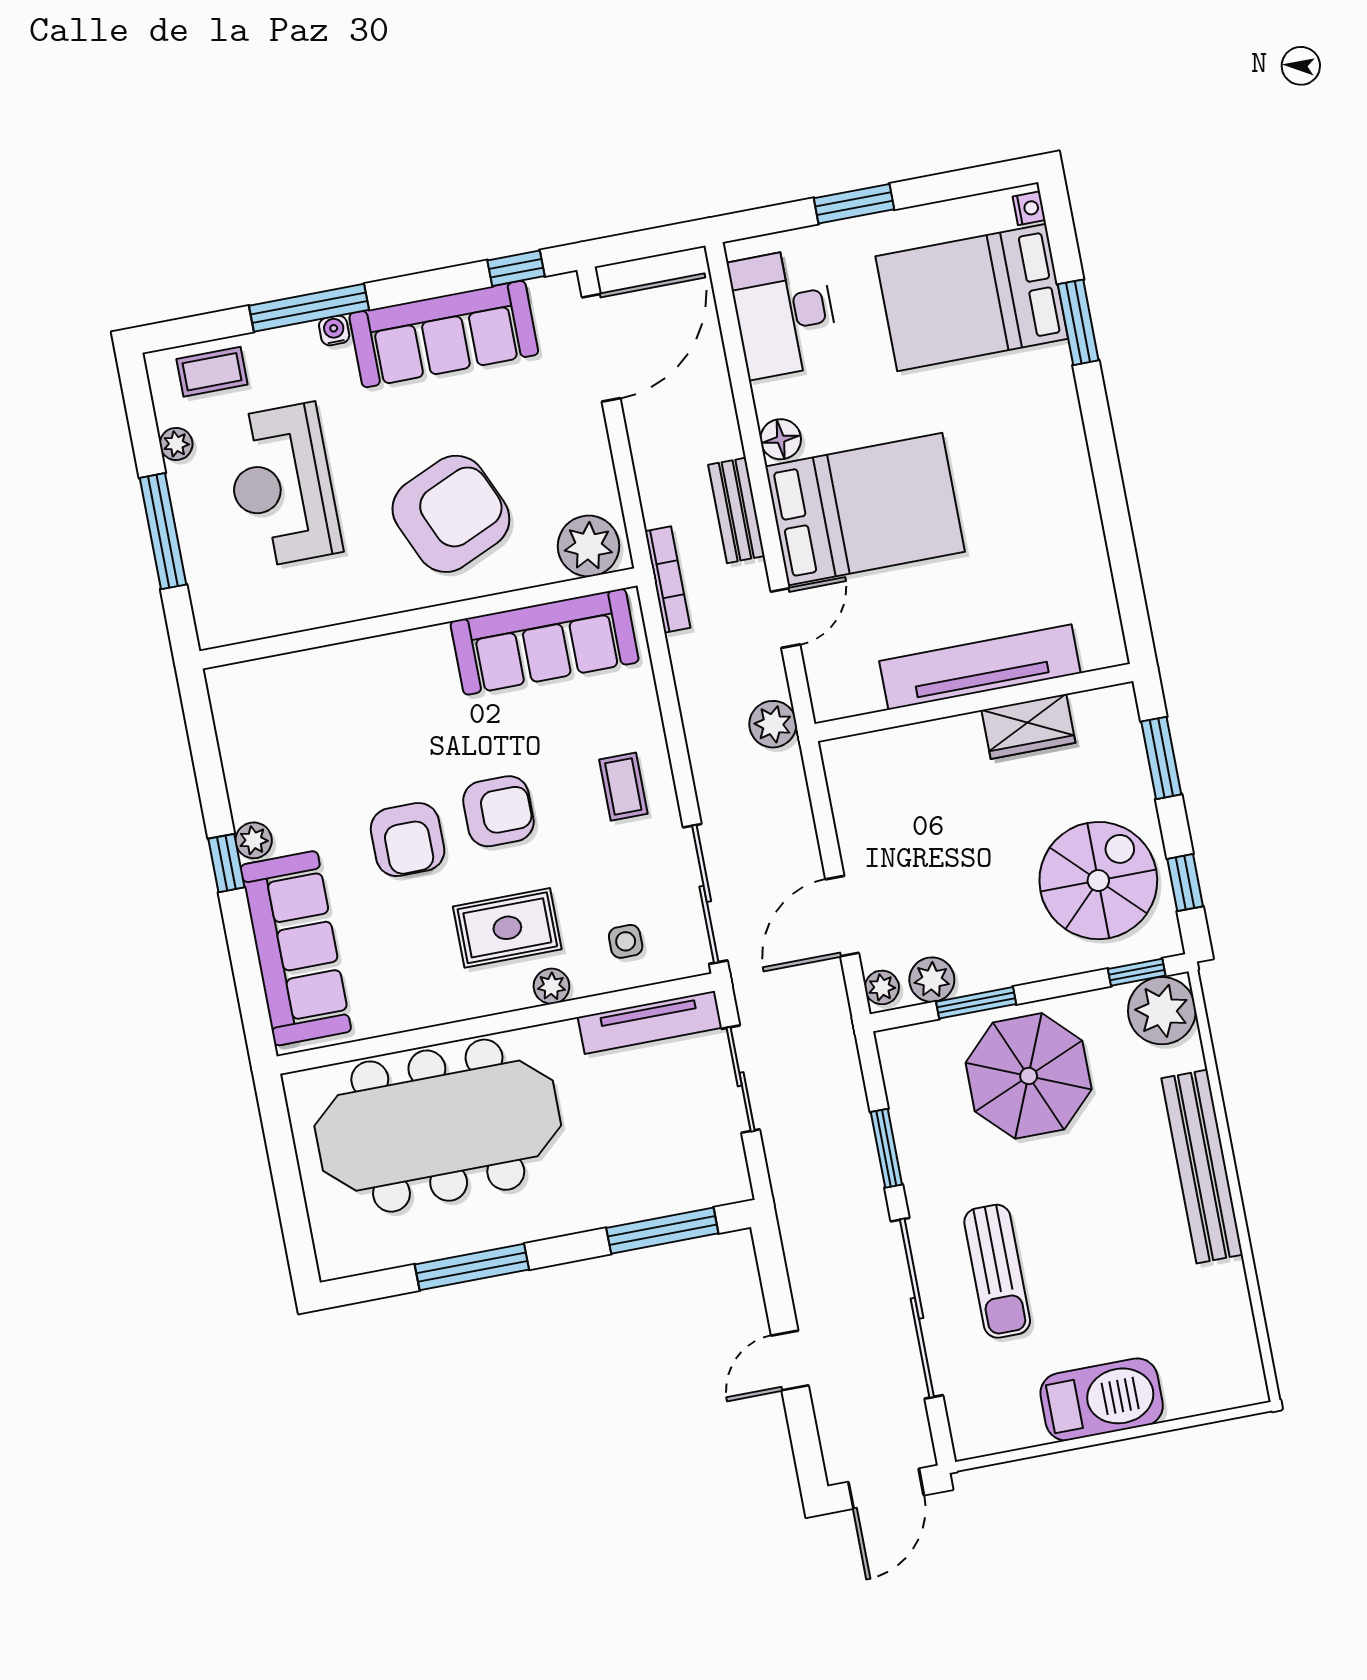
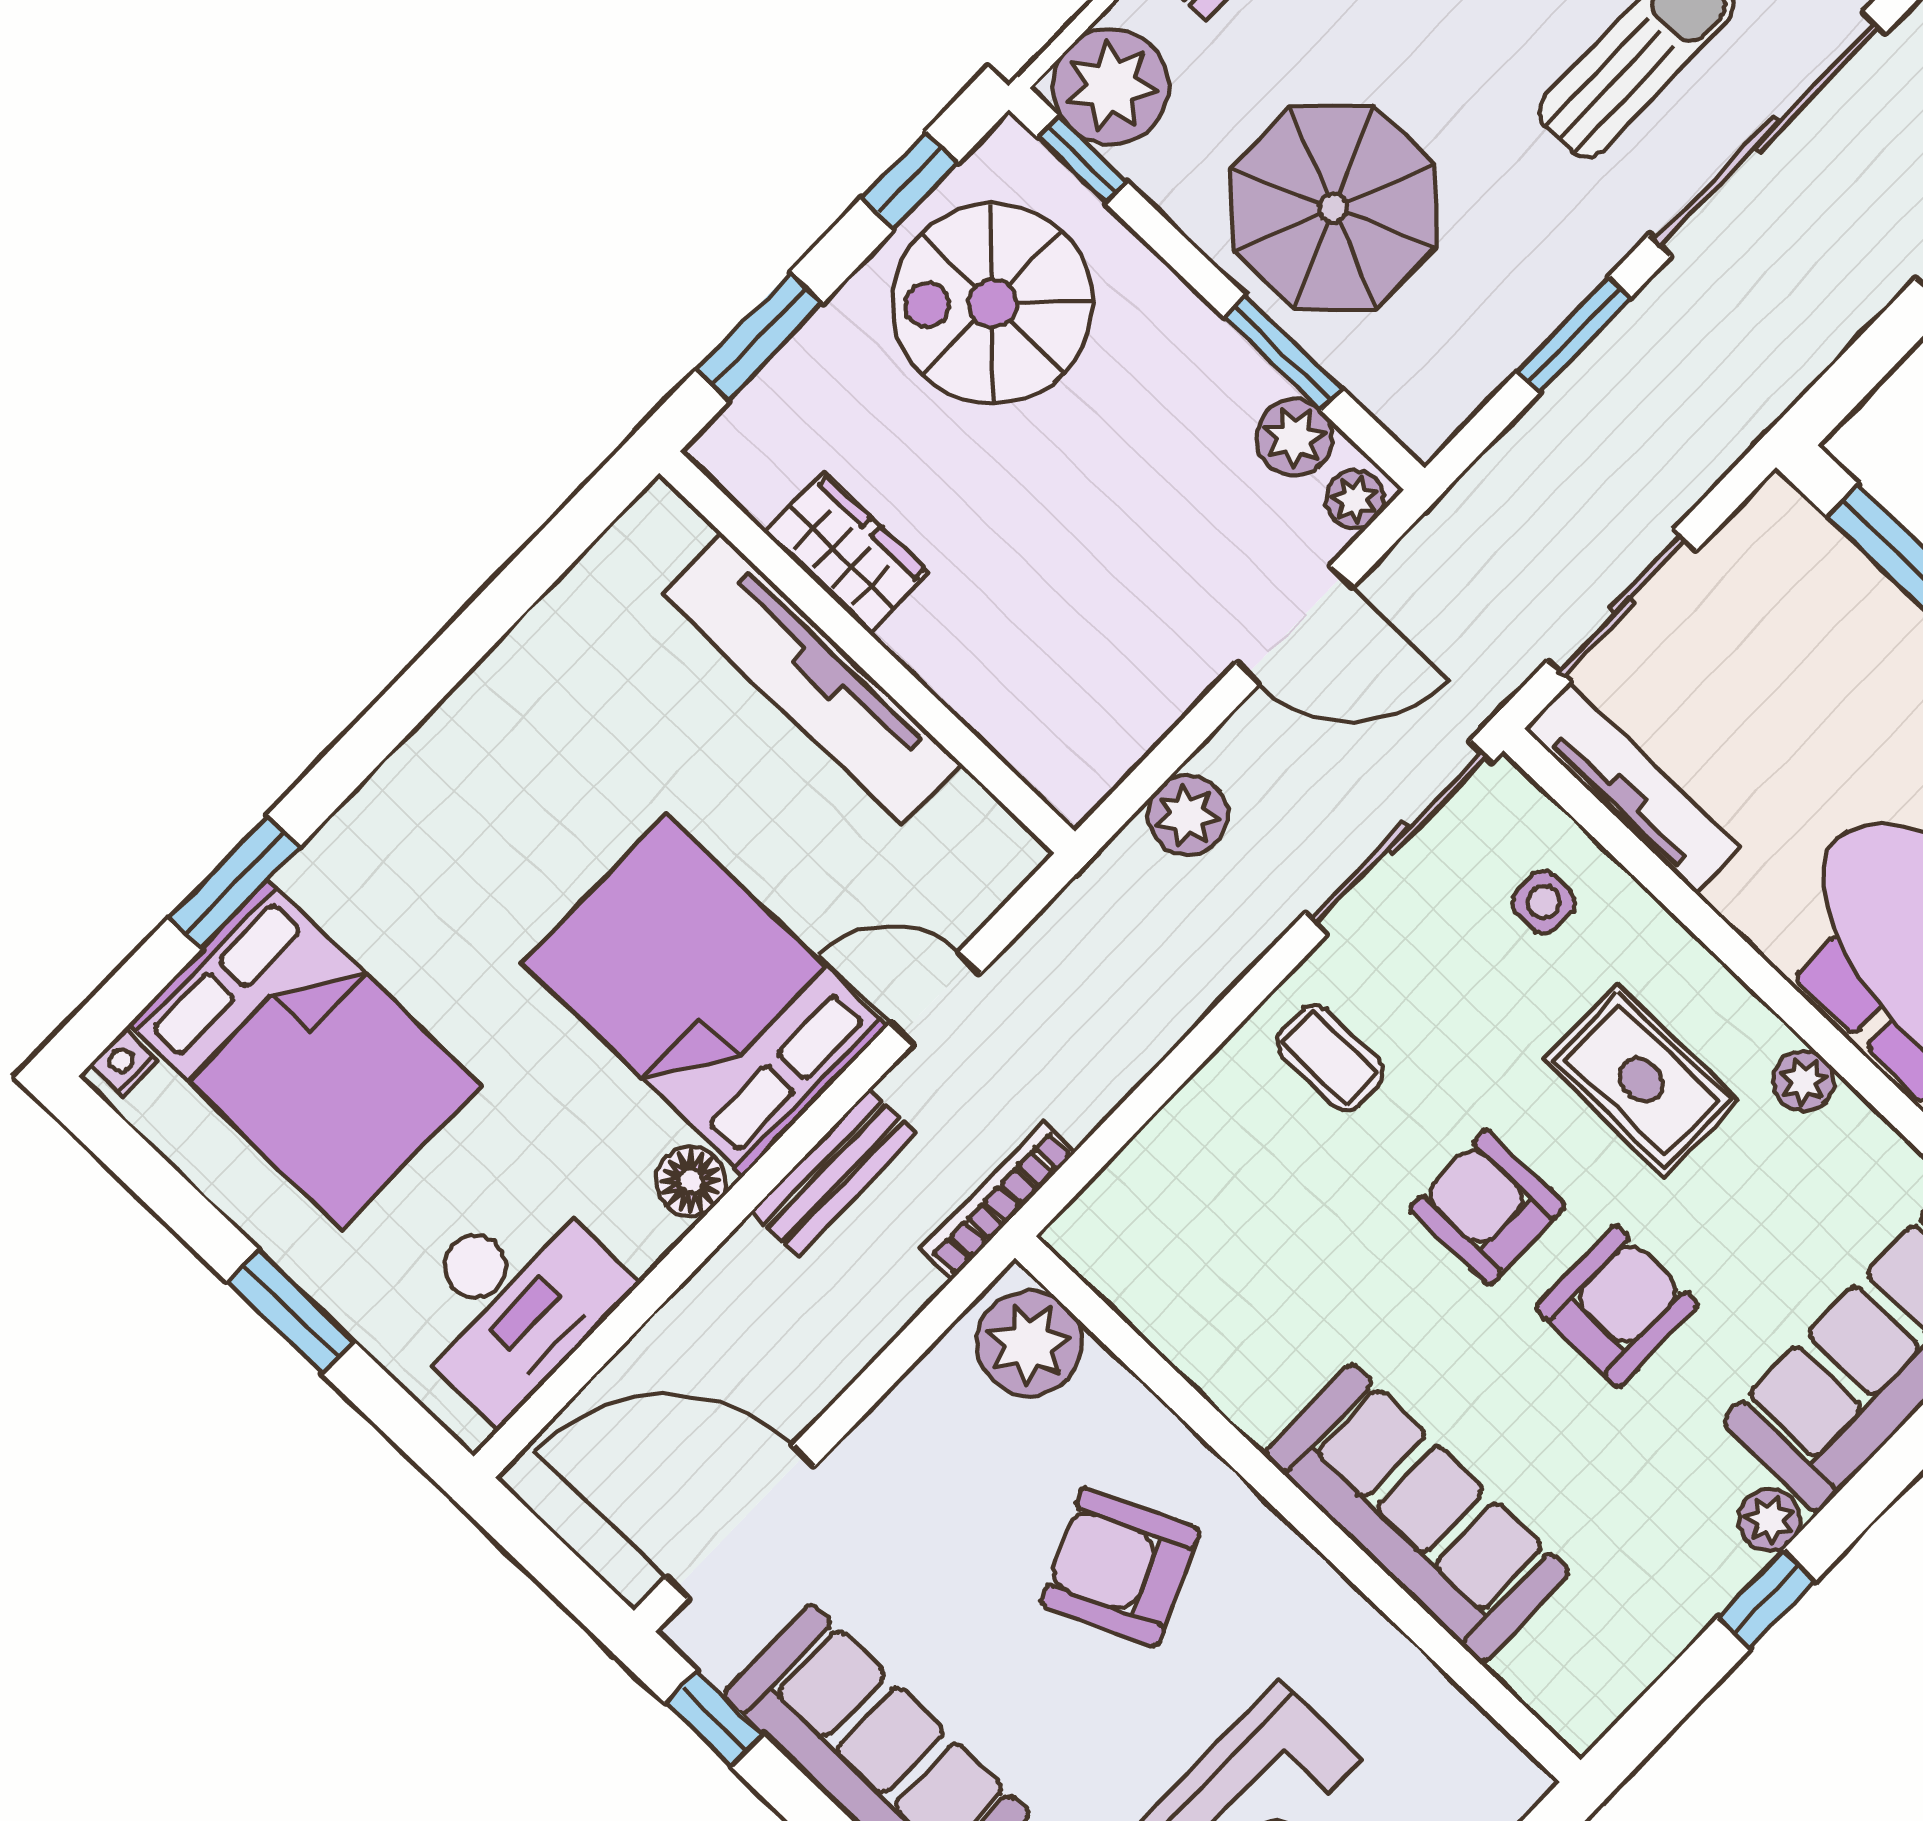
armchair: (451, 514) -> (1120, 1567), width x0.73, depth x0.73
sofa: (545, 642) -> (1417, 1513), moved
plant: (773, 724) -> (1188, 815), moved
coffee table: (623, 787) -> (1330, 1058), turned 90
window: (226, 863) -> (1767, 1599), moved
plant: (551, 986) -> (1804, 1081), moved

